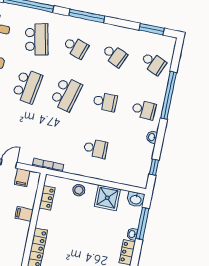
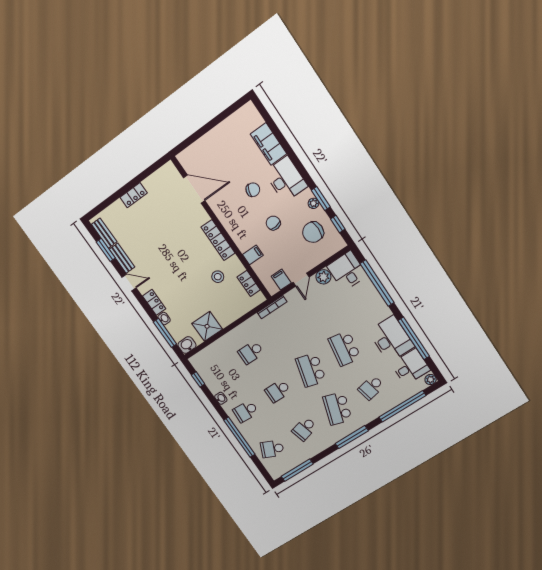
window: (152, 29) -> (297, 470), width x1.44
school desk: (37, 39) -> (371, 388), width x0.54
school desk: (76, 47) -> (337, 408), width x1.85
school desk: (114, 55) -> (304, 429), turned -39
stool: (79, 190) -> (218, 277), moved

